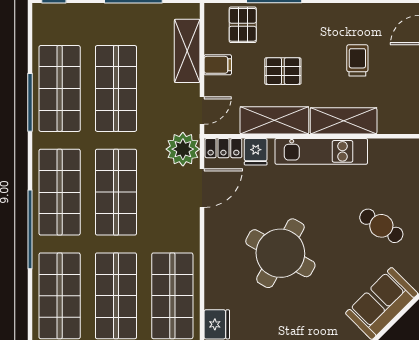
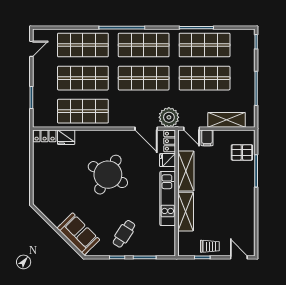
trolley: (357, 60) -> (210, 246), moved
filing cabinet: (218, 65) -> (207, 138), moved
pallet: (283, 71) -> (215, 176), removed

